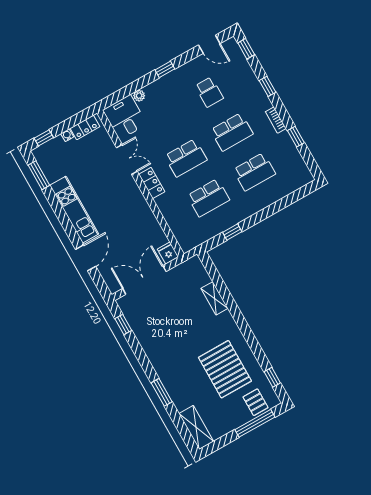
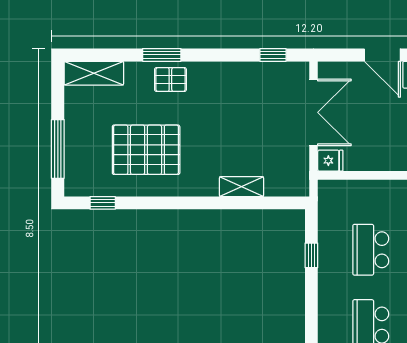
pallet: (256, 402) -> (170, 80), moved

